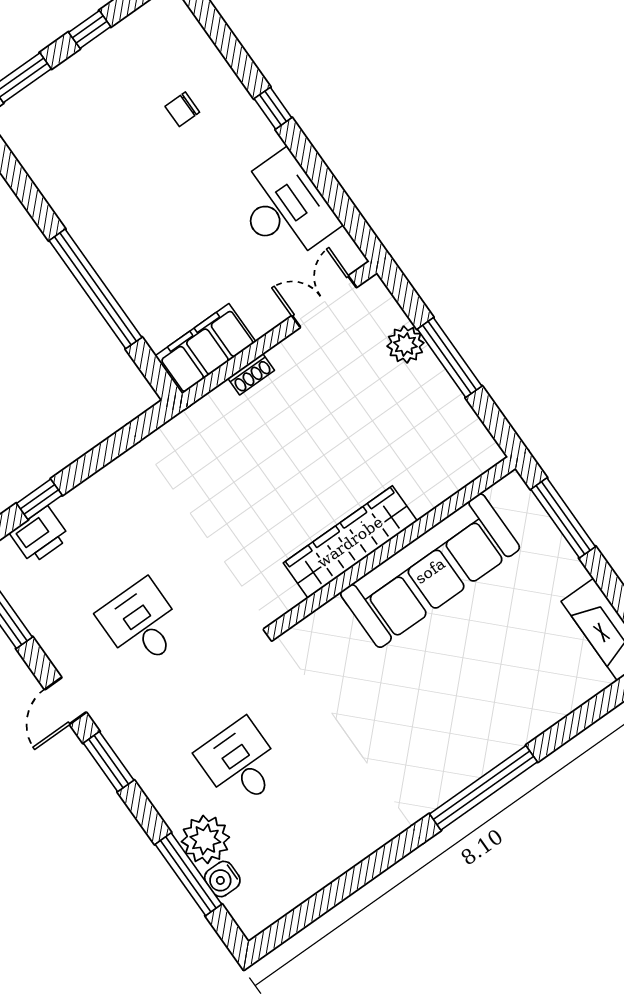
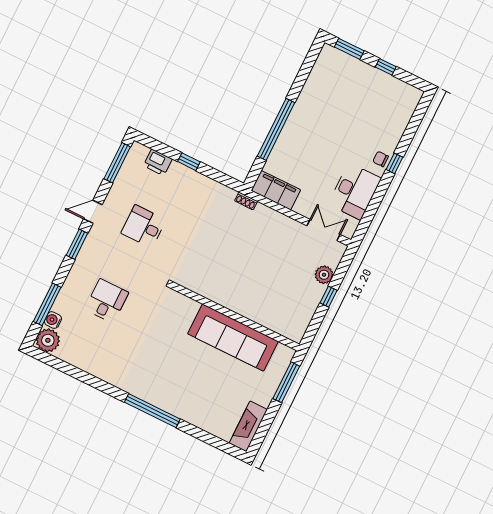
chair: (182, 109) -> (381, 159), moved
window: (450, 358) -> (329, 297), width x0.46
shoe rack: (251, 374) -> (246, 201), moved
window: (39, 499) -> (189, 162), moved
wardrobe: (350, 542) -> (227, 297), removed
desk: (142, 624) -> (144, 226), turned -90
plant: (205, 839) -> (48, 340), moved

